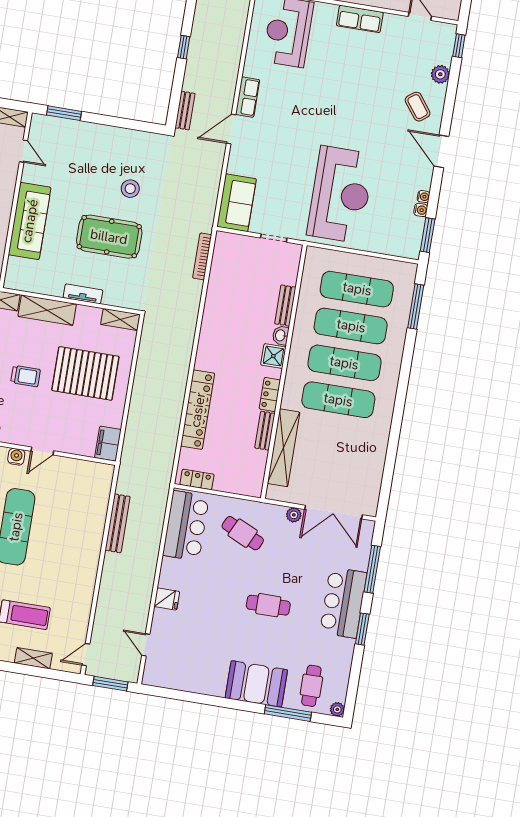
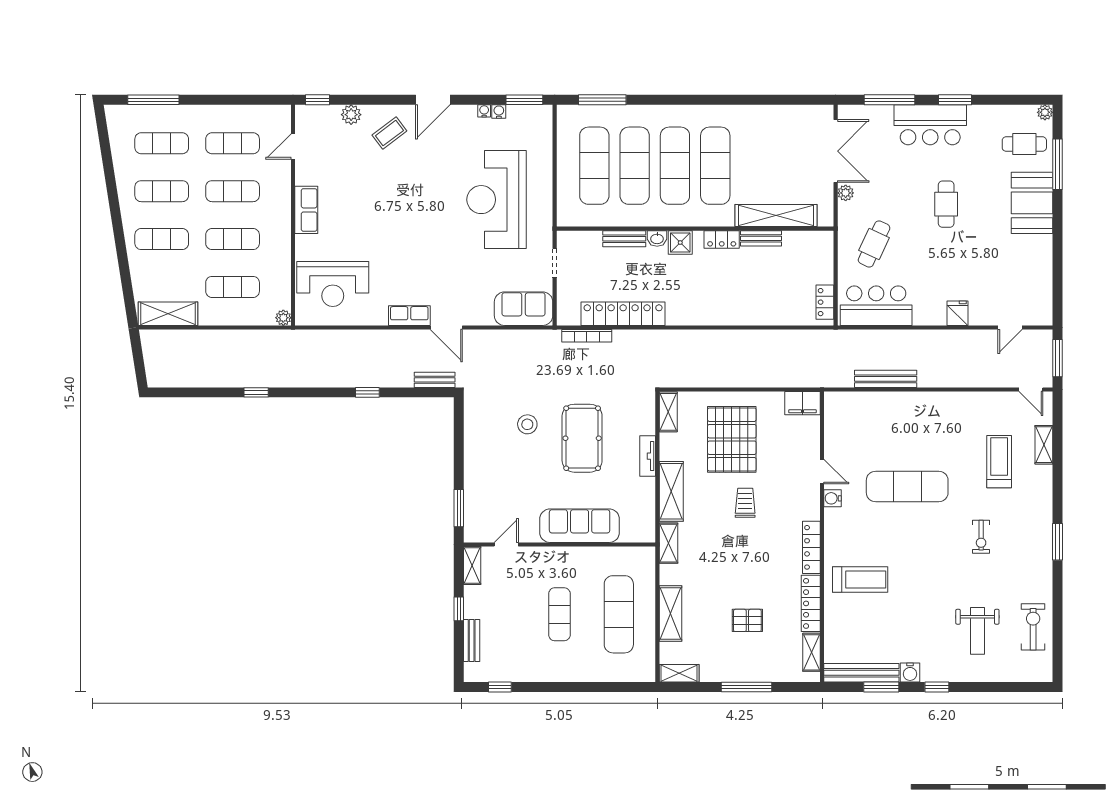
reception desk: (341, 194) -> (497, 200), turned -90
locker: (198, 410) -> (623, 314), moved

